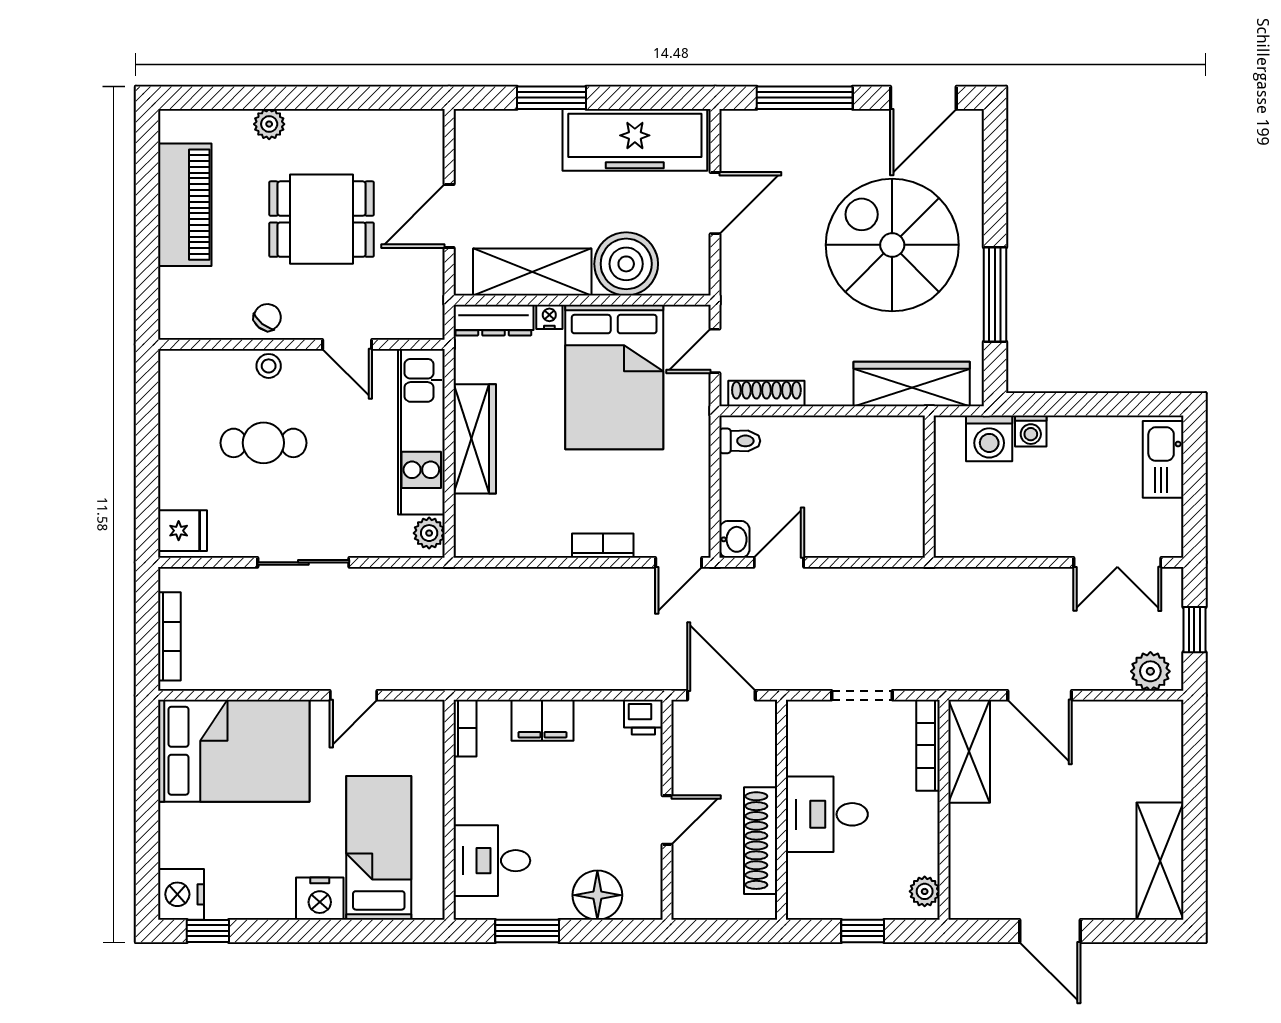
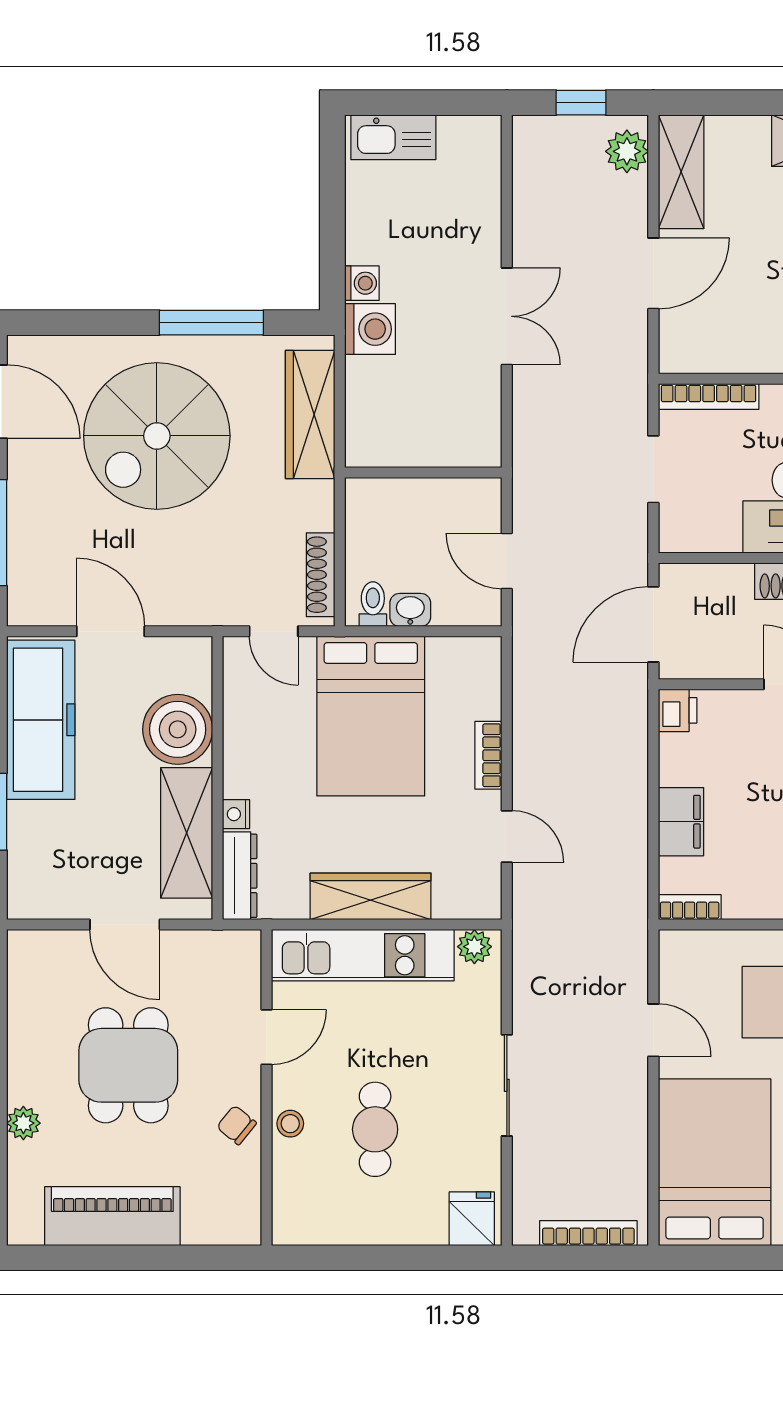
bed: (614, 377) -> (371, 716), moved, turned 90
wall: (929, 487) -> (423, 473), moved
washbasin: (734, 539) -> (410, 610), moved
door: (679, 562) -> (507, 836), moved
double door: (1117, 562) -> (507, 316), moved
shelving: (969, 751) -> (681, 172), moved, turned 90

